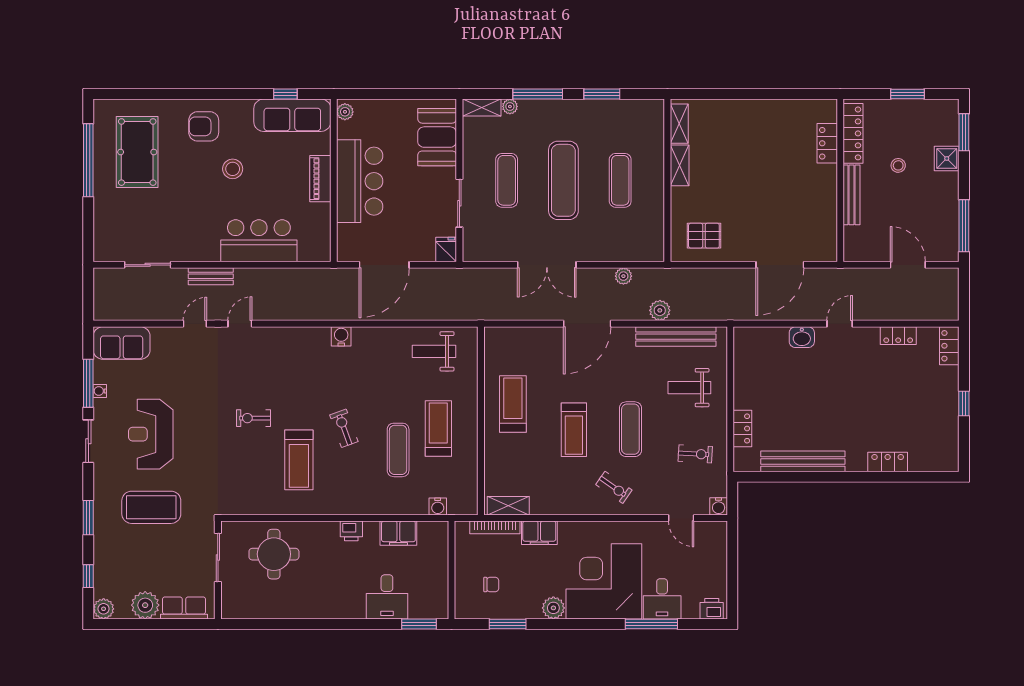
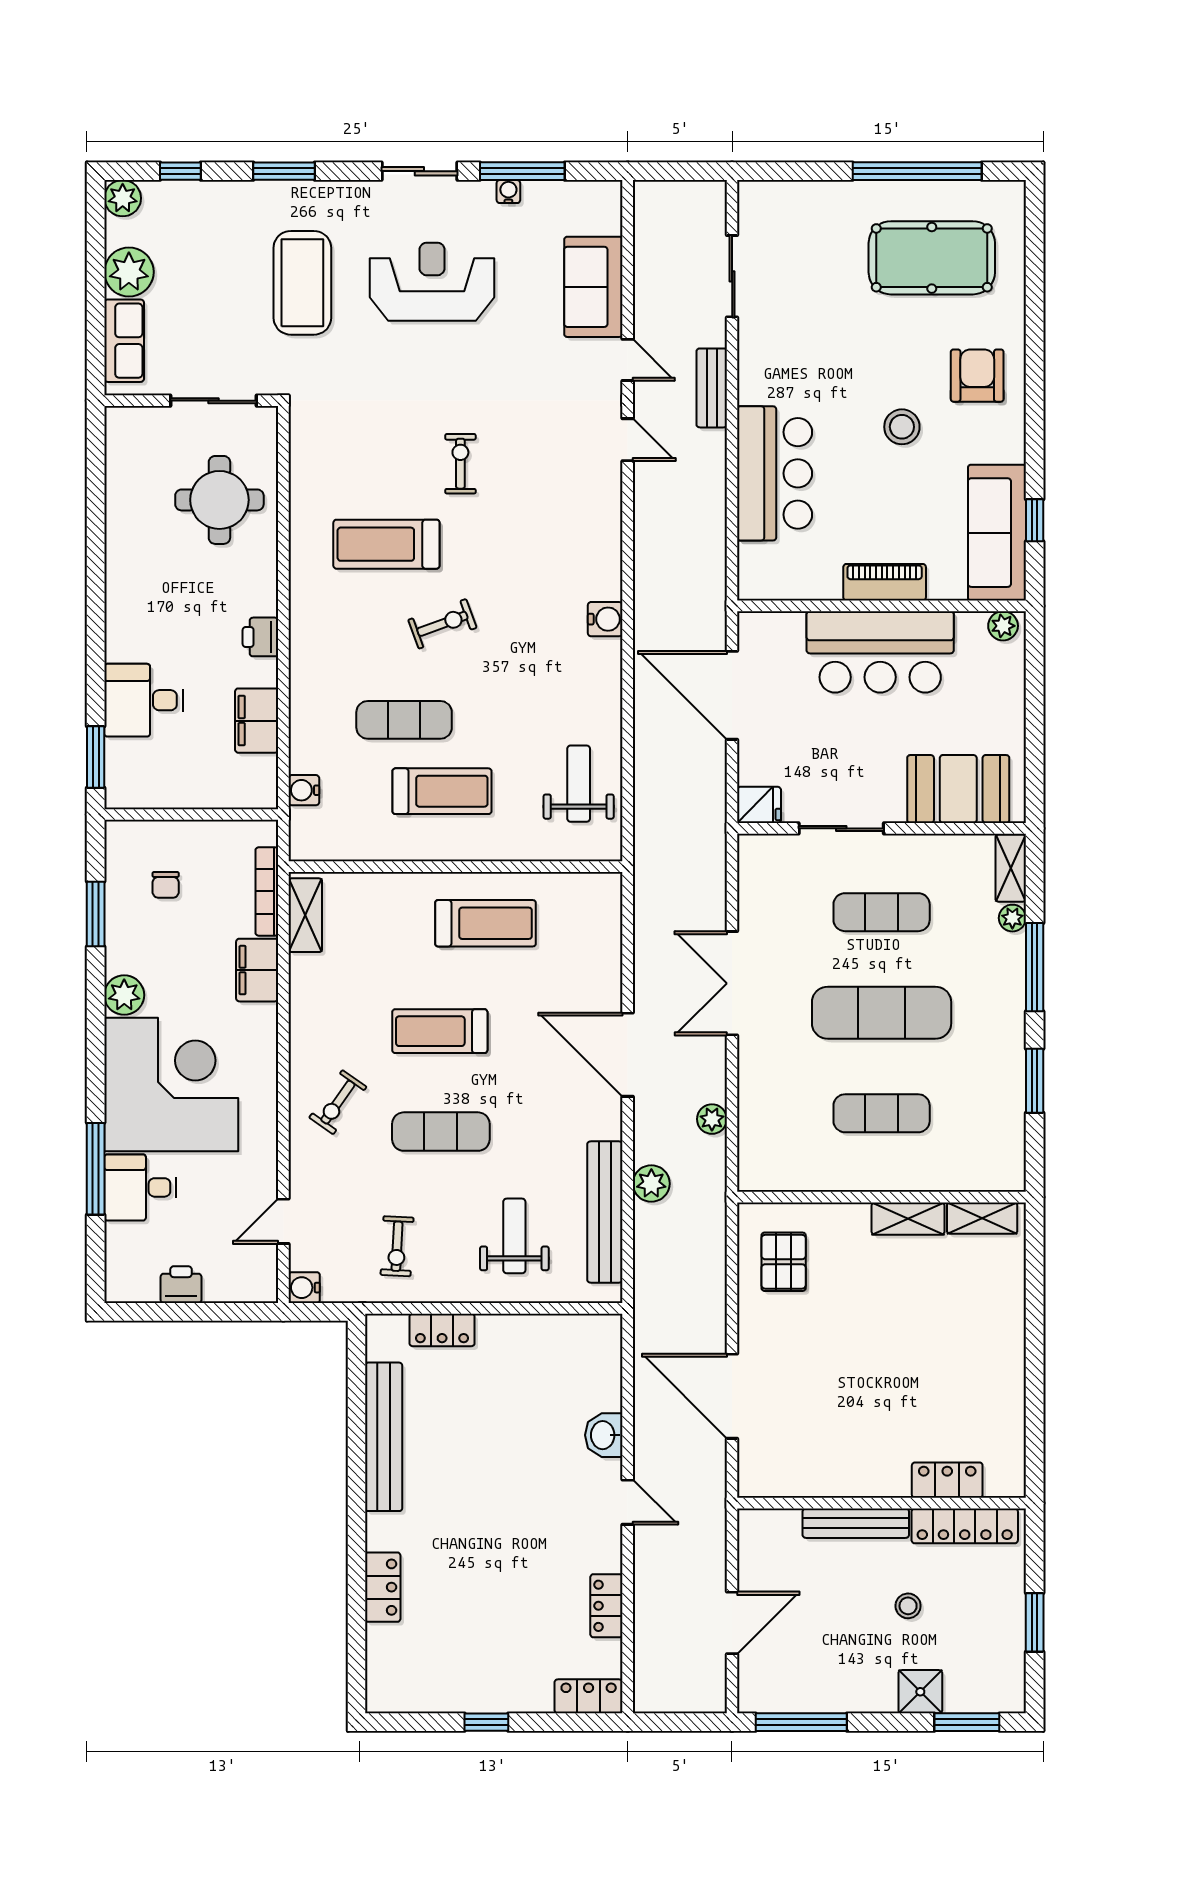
sofa: (122, 343) -> (593, 287), moved
printer: (712, 609) -> (181, 1285), moved, turned -90

